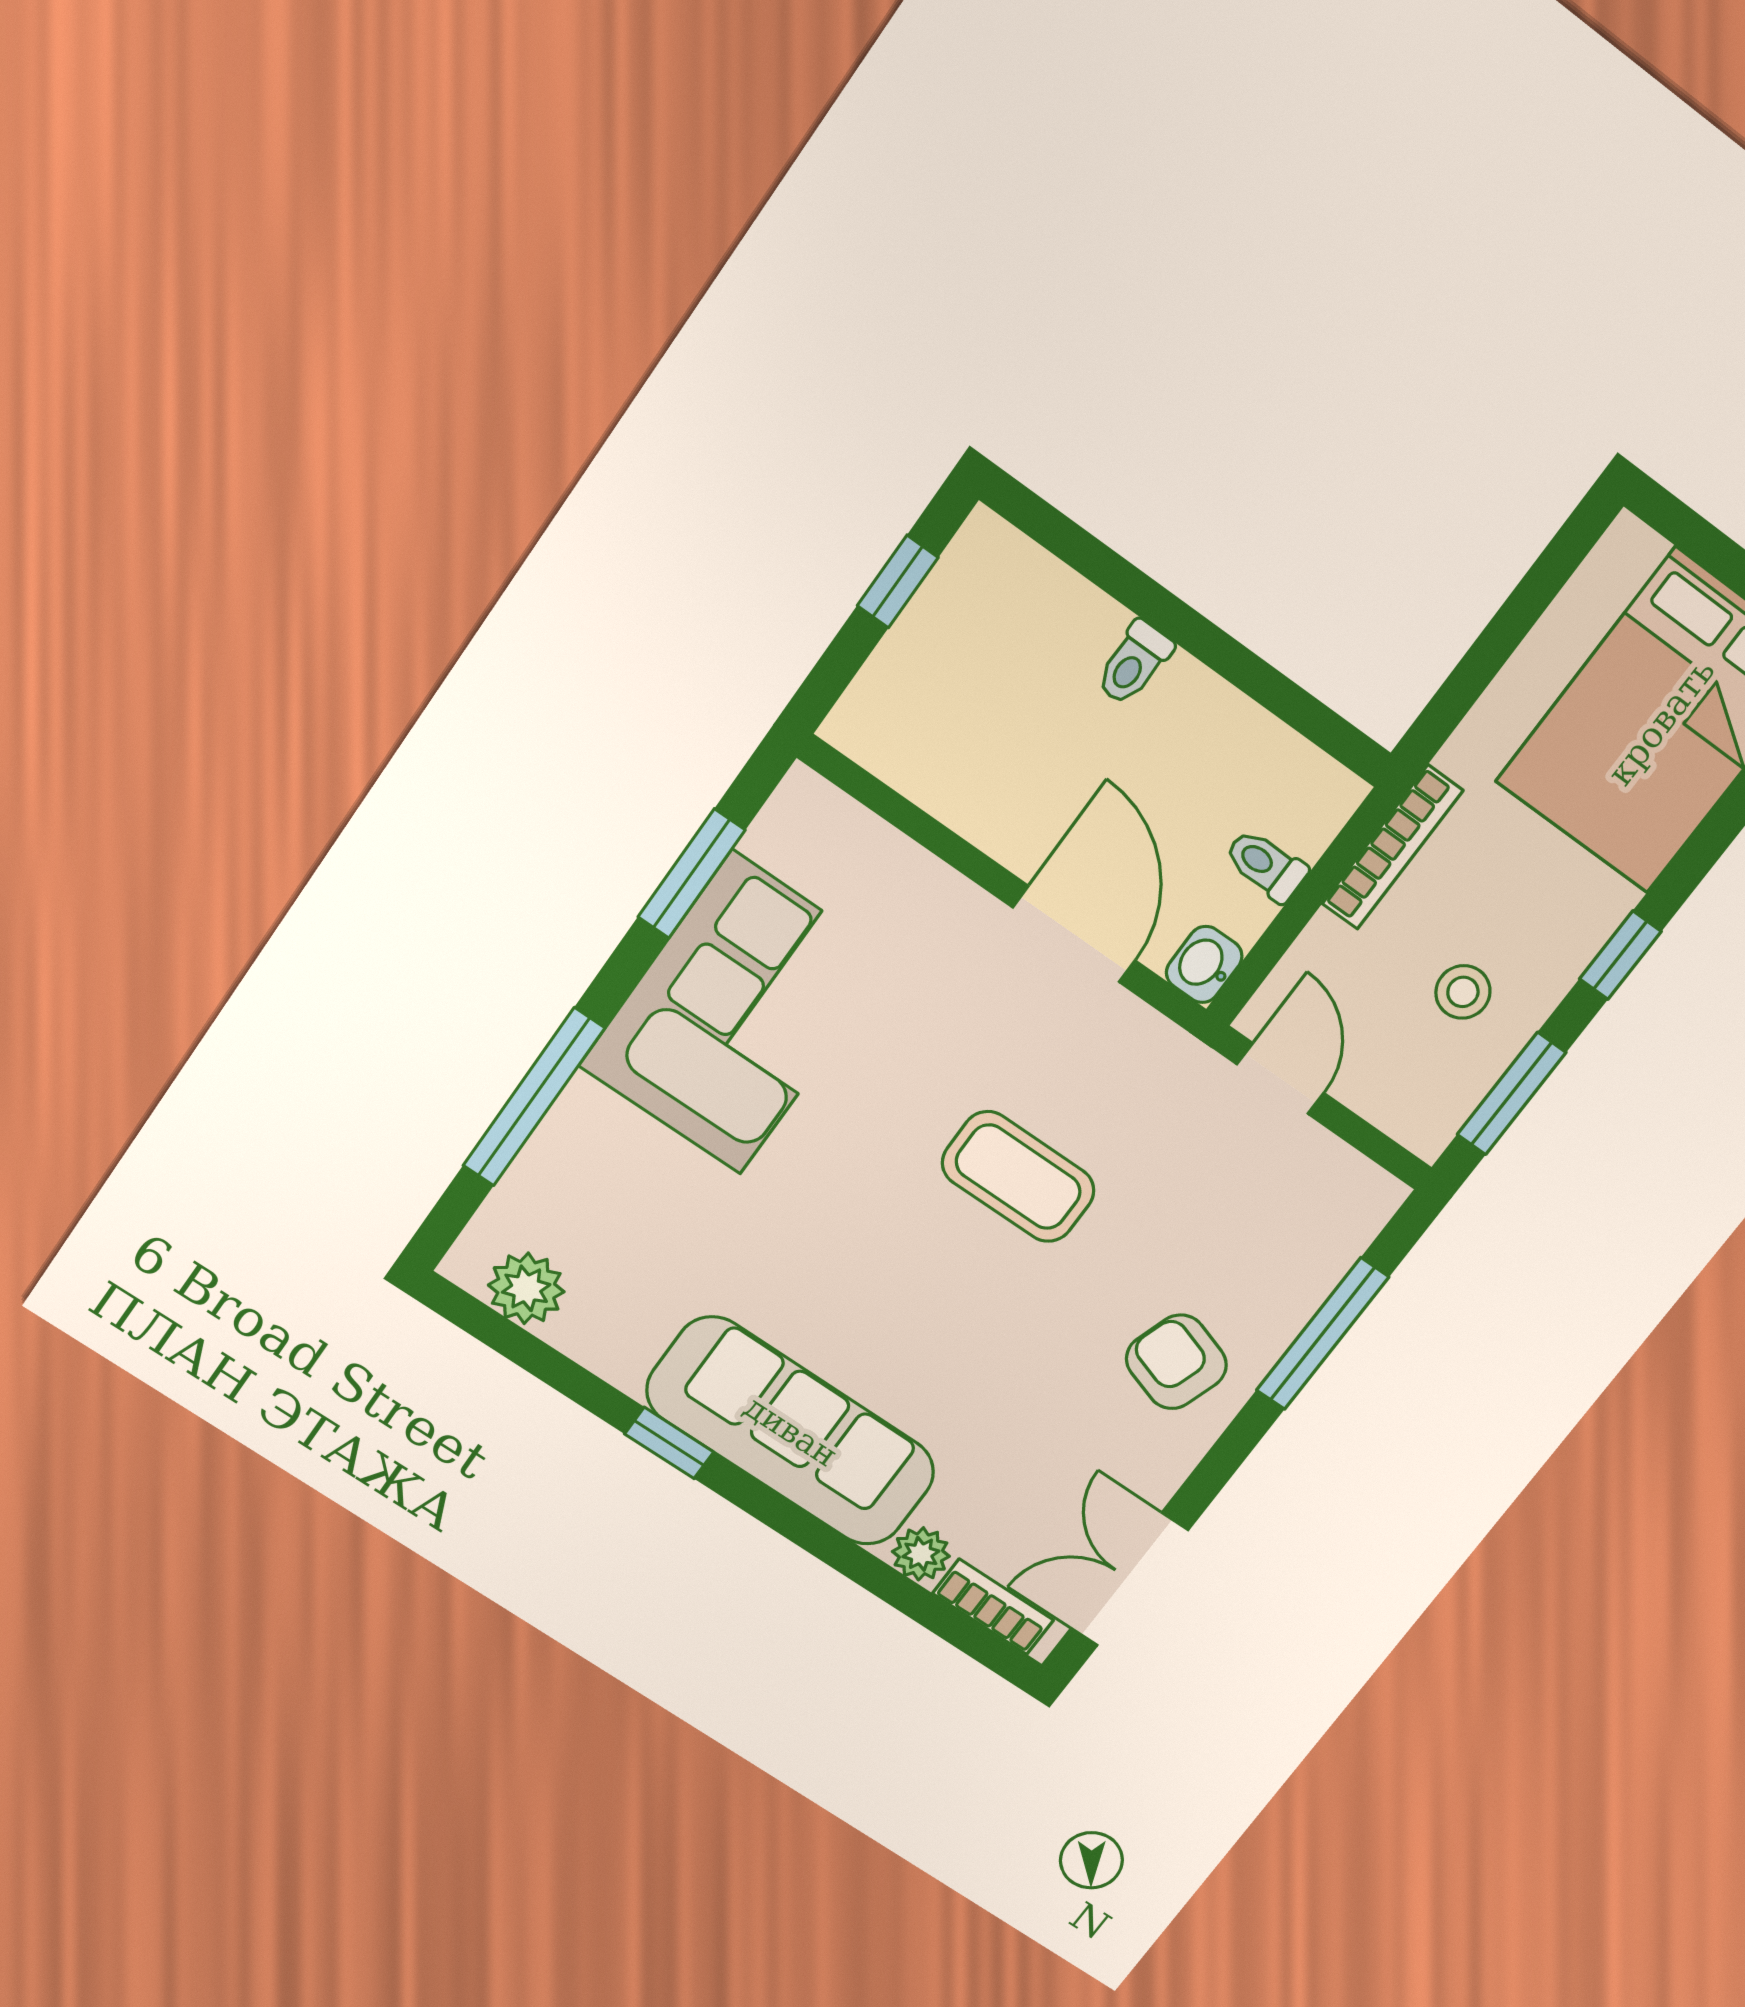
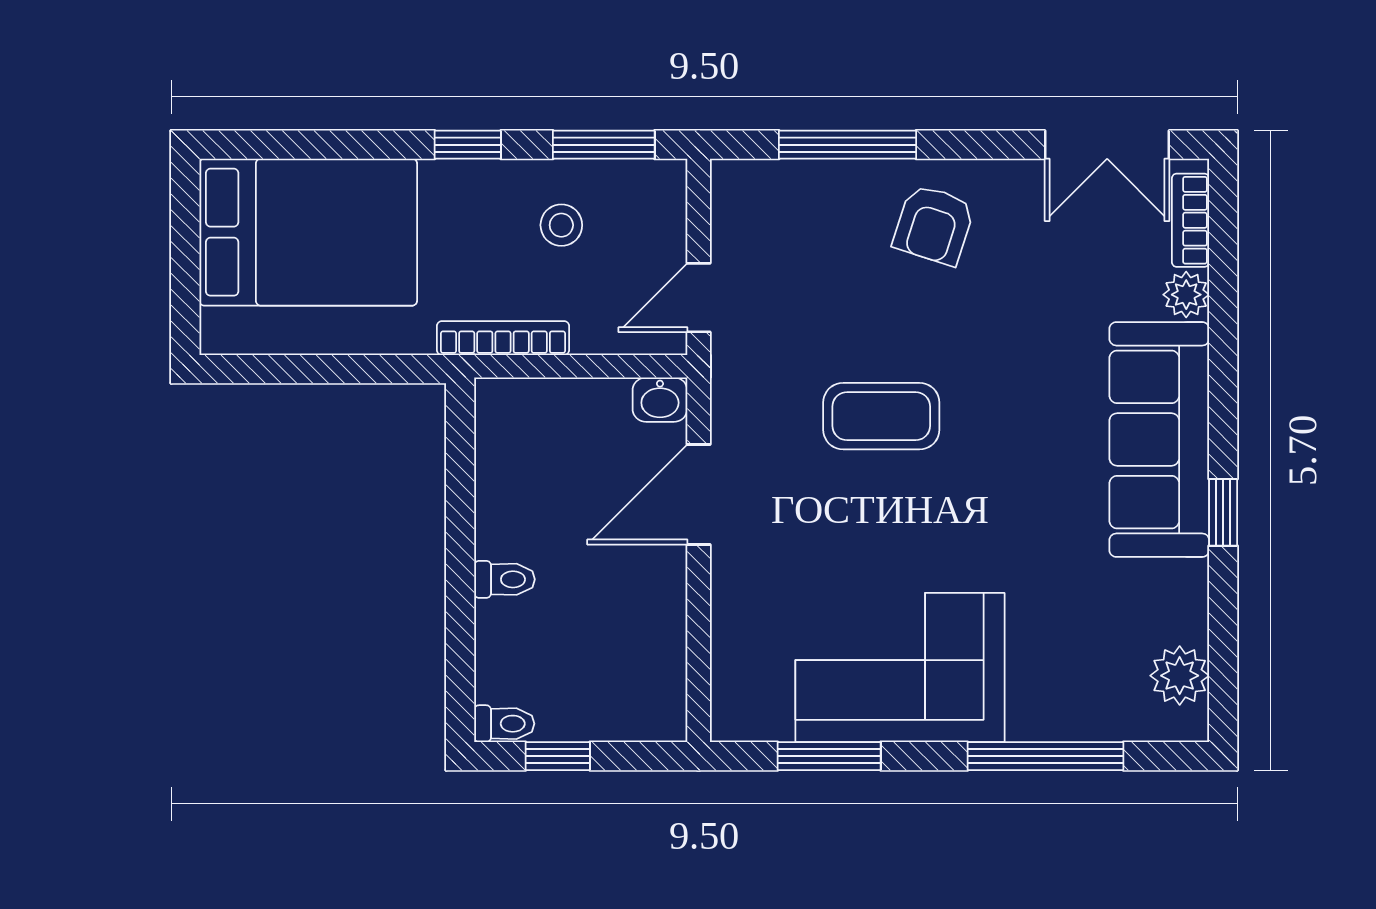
toilet: (1266, 865) -> (504, 724), moved, turned -90
coffee table: (1018, 1177) -> (881, 416), turned 90

